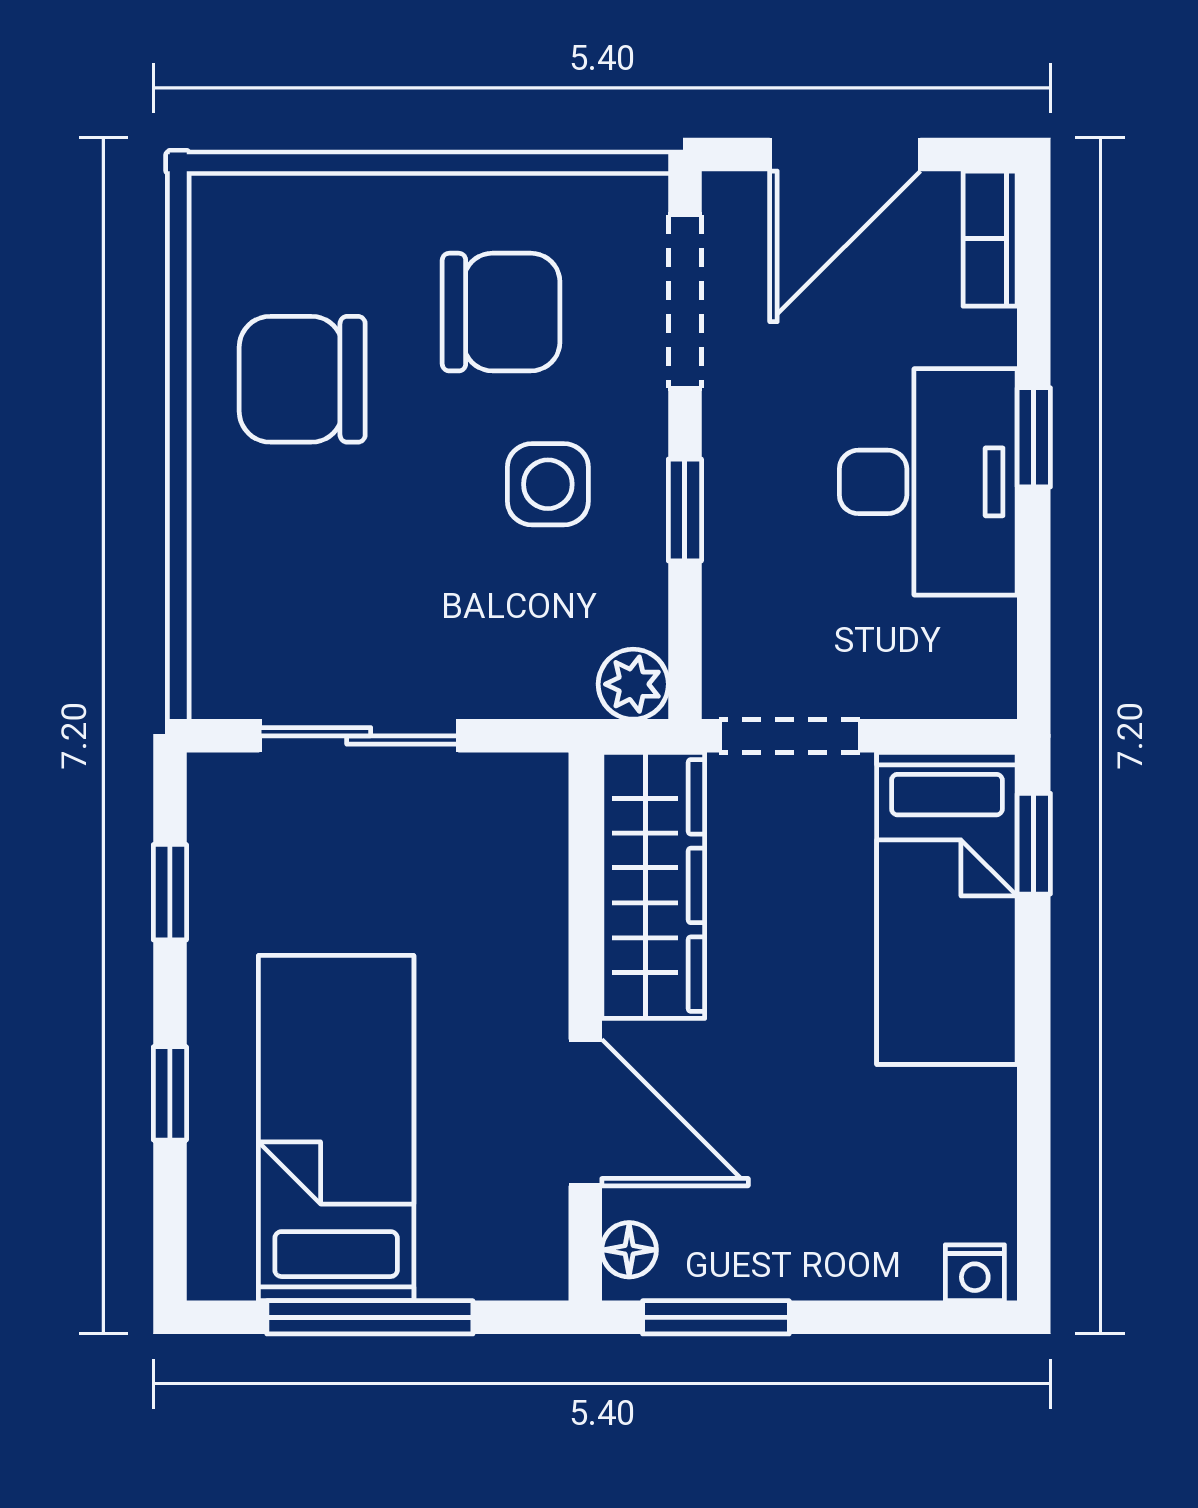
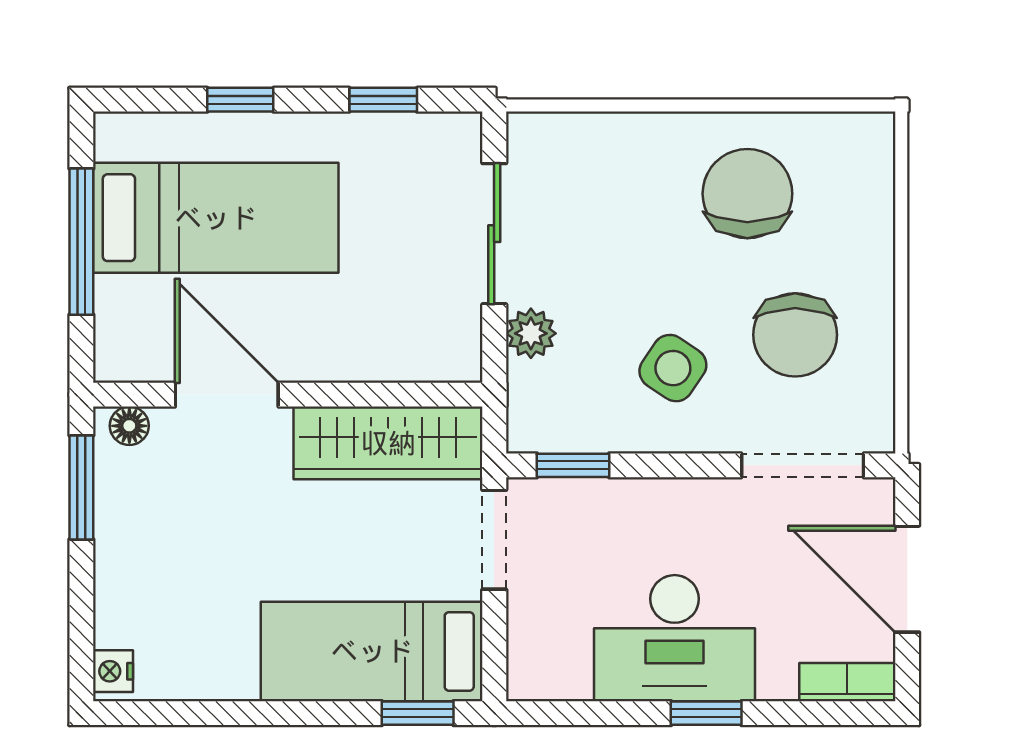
side table: (548, 484) -> (673, 368), turned 34
window: (685, 510) -> (573, 465), moved
plant: (633, 684) -> (531, 333), moved
door: (585, 1113) -> (227, 395), swing flipped

